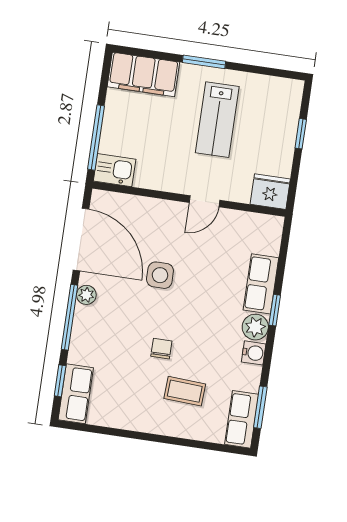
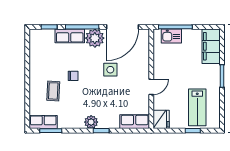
lab bench: (217, 120) -> (197, 107), moved, turned -90
kitchen sink: (115, 170) -> (171, 36), moved, turned 90
door: (204, 201) -> (151, 87), swing flipped
row of seats: (261, 284) -> (135, 122), moved
plant: (86, 295) -> (95, 38), width x1.87, depth x1.87
water cooler: (254, 353) -> (78, 123), removed
row of seats: (76, 394) -> (70, 36), moved

